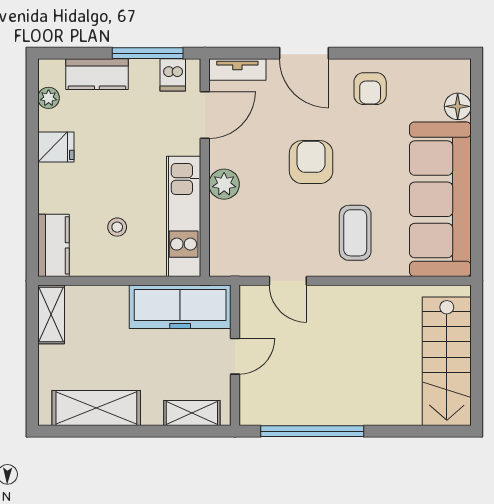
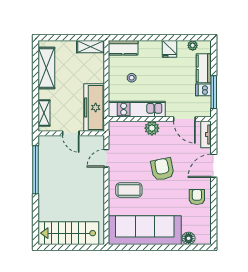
dishwasher: (173, 75) -> (203, 90), moved
armchair: (370, 89) -> (197, 197), turned 90
armchair: (311, 162) -> (162, 169), turned -101

